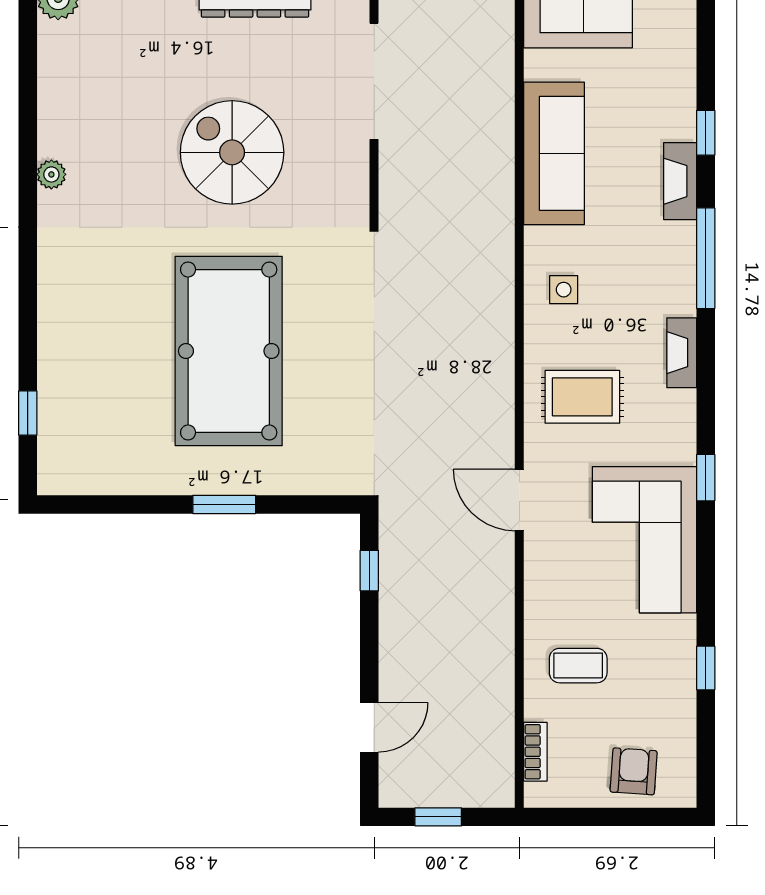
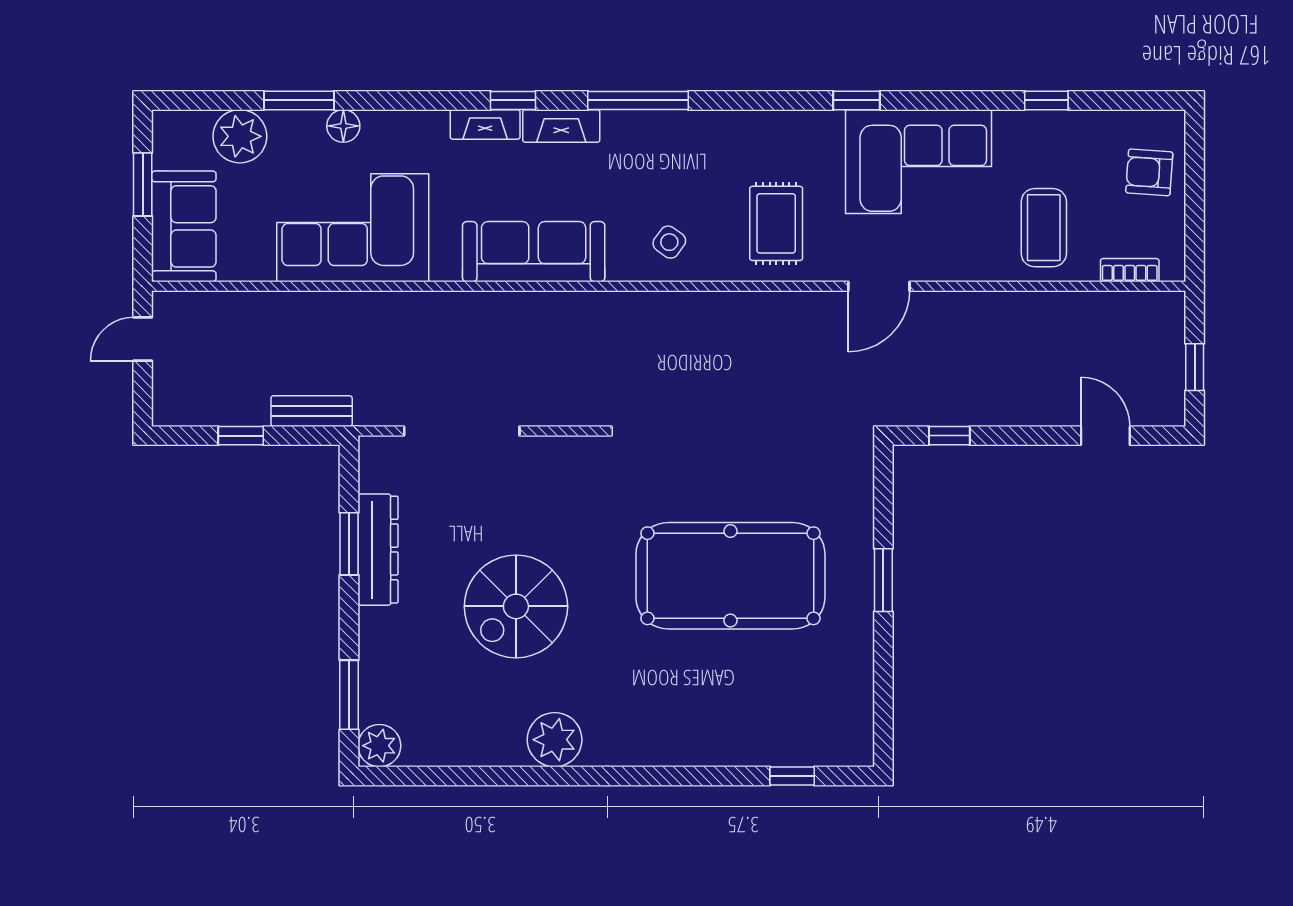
spiral stairs: (232, 152) -> (516, 606), moved
plant: (51, 174) -> (555, 740), width x1.87, depth x1.87
side table: (564, 290) -> (669, 242), turned 36
fireplace: (682, 353) -> (485, 124), moved
coffee table: (578, 666) -> (1044, 228), width x1.36, depth x1.30

